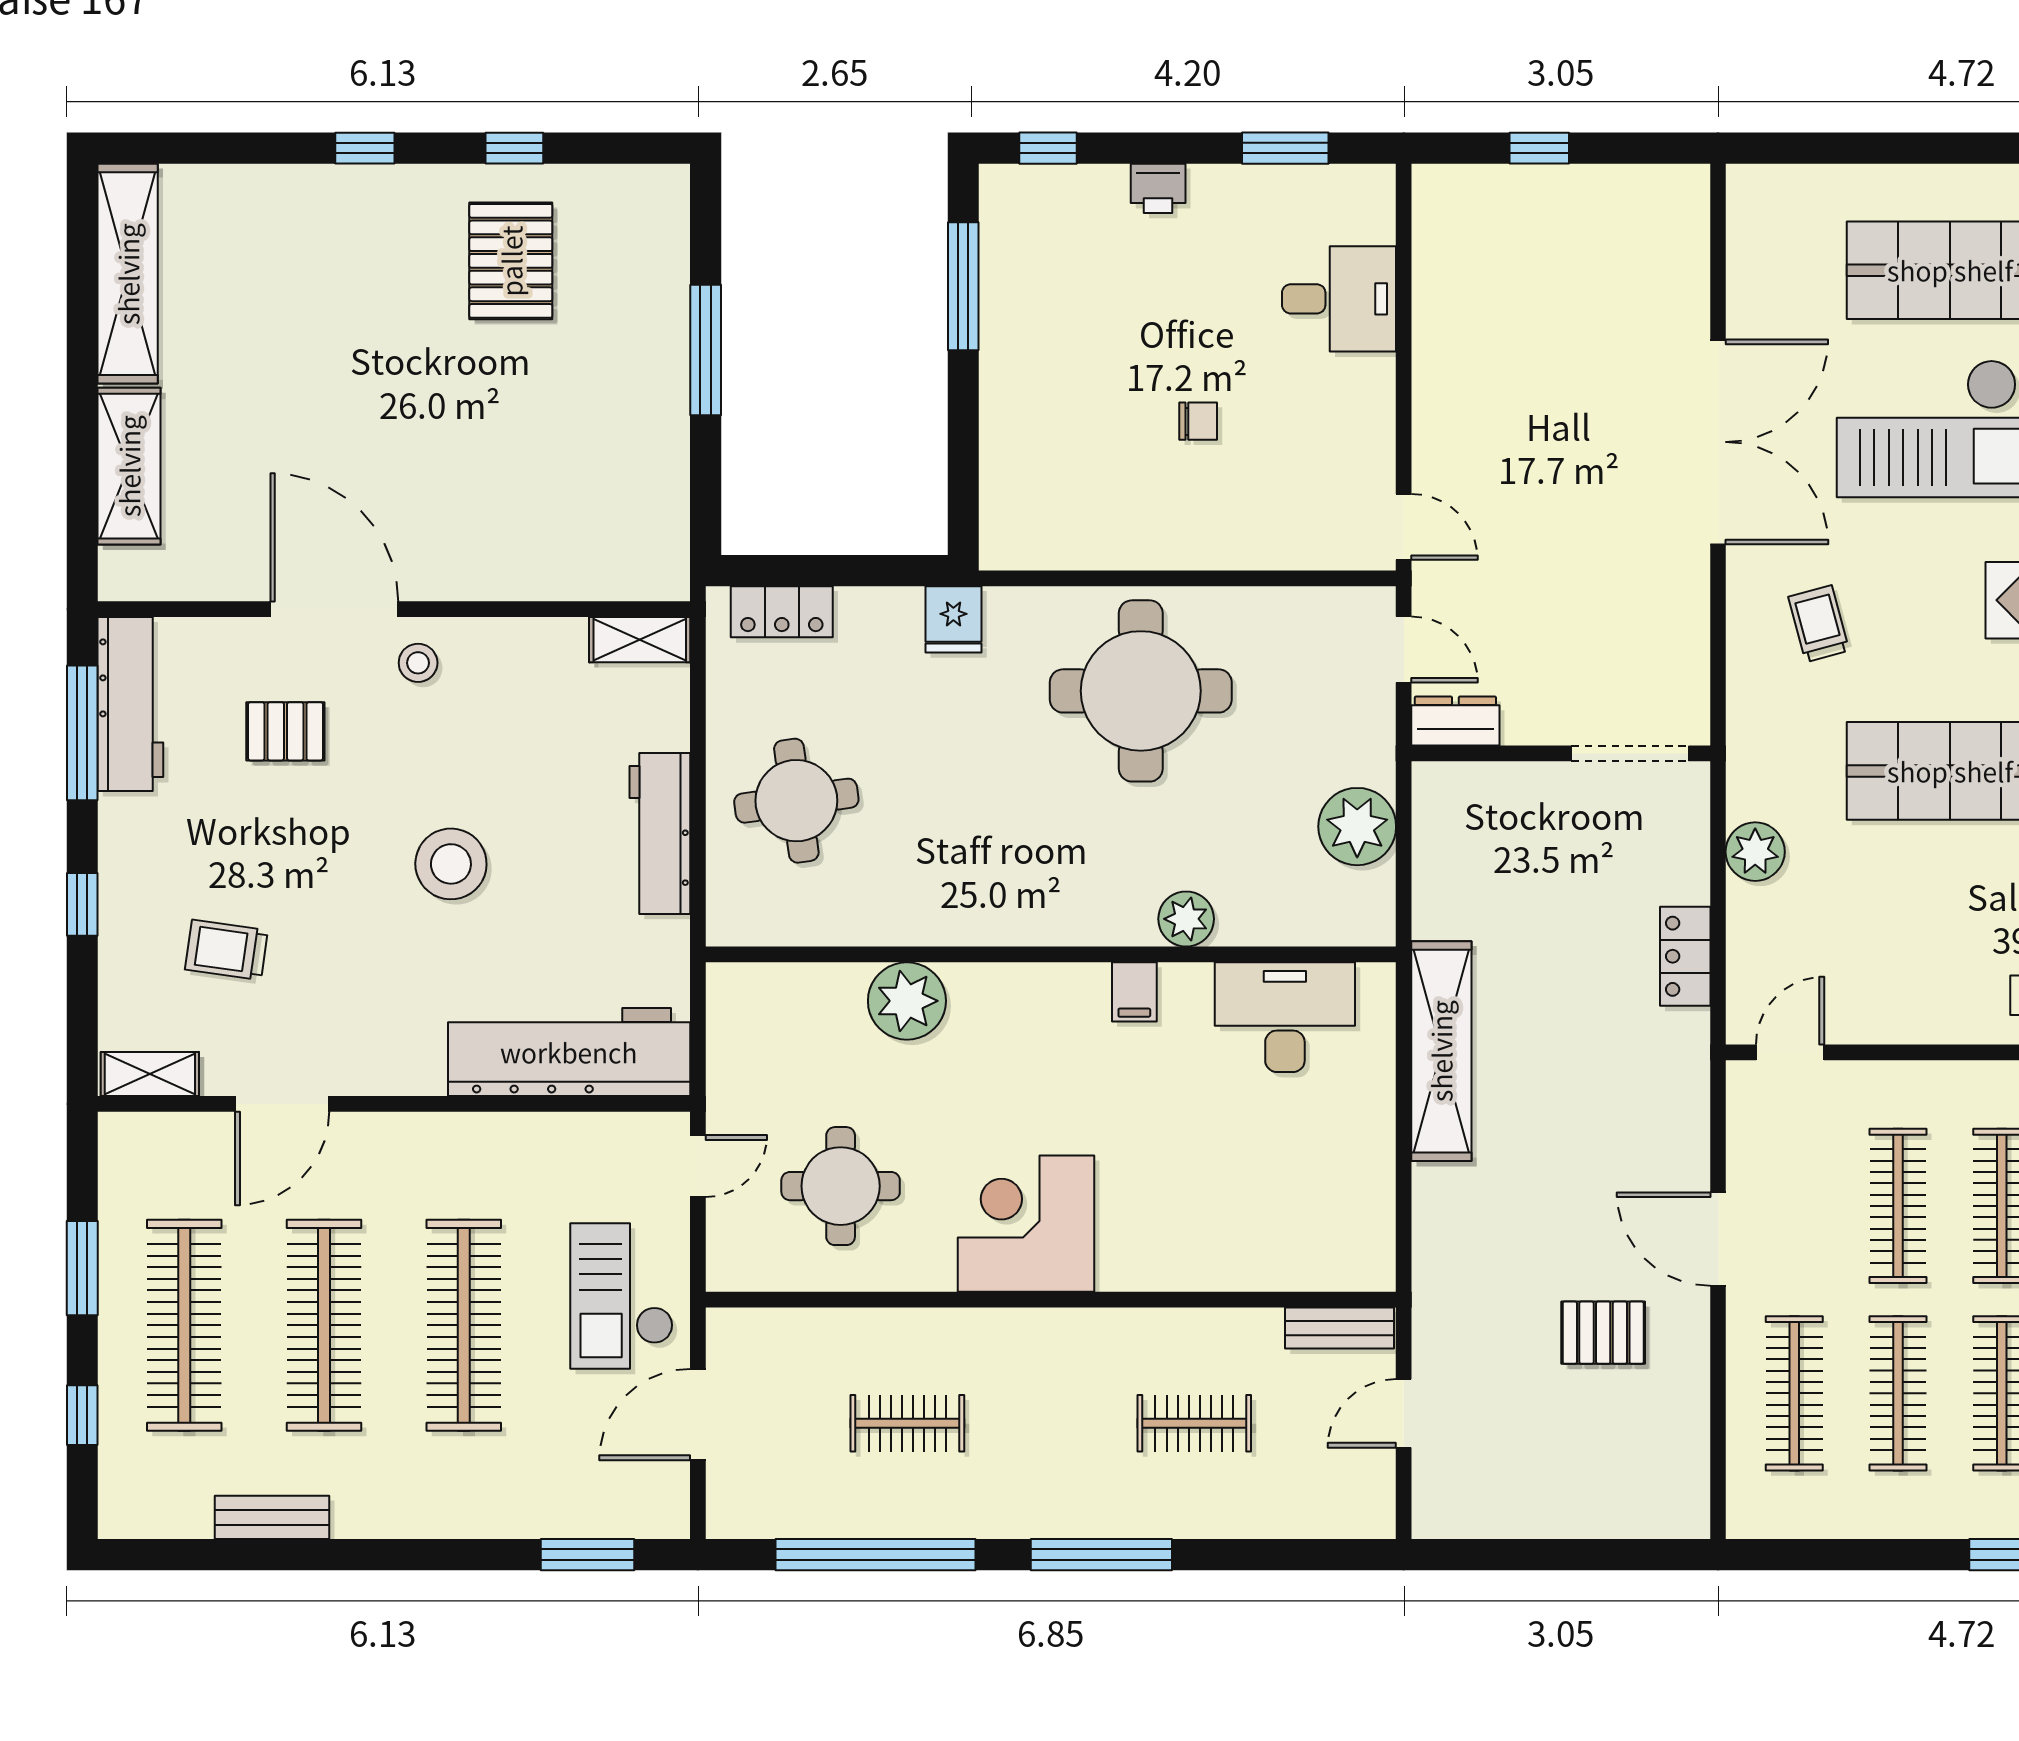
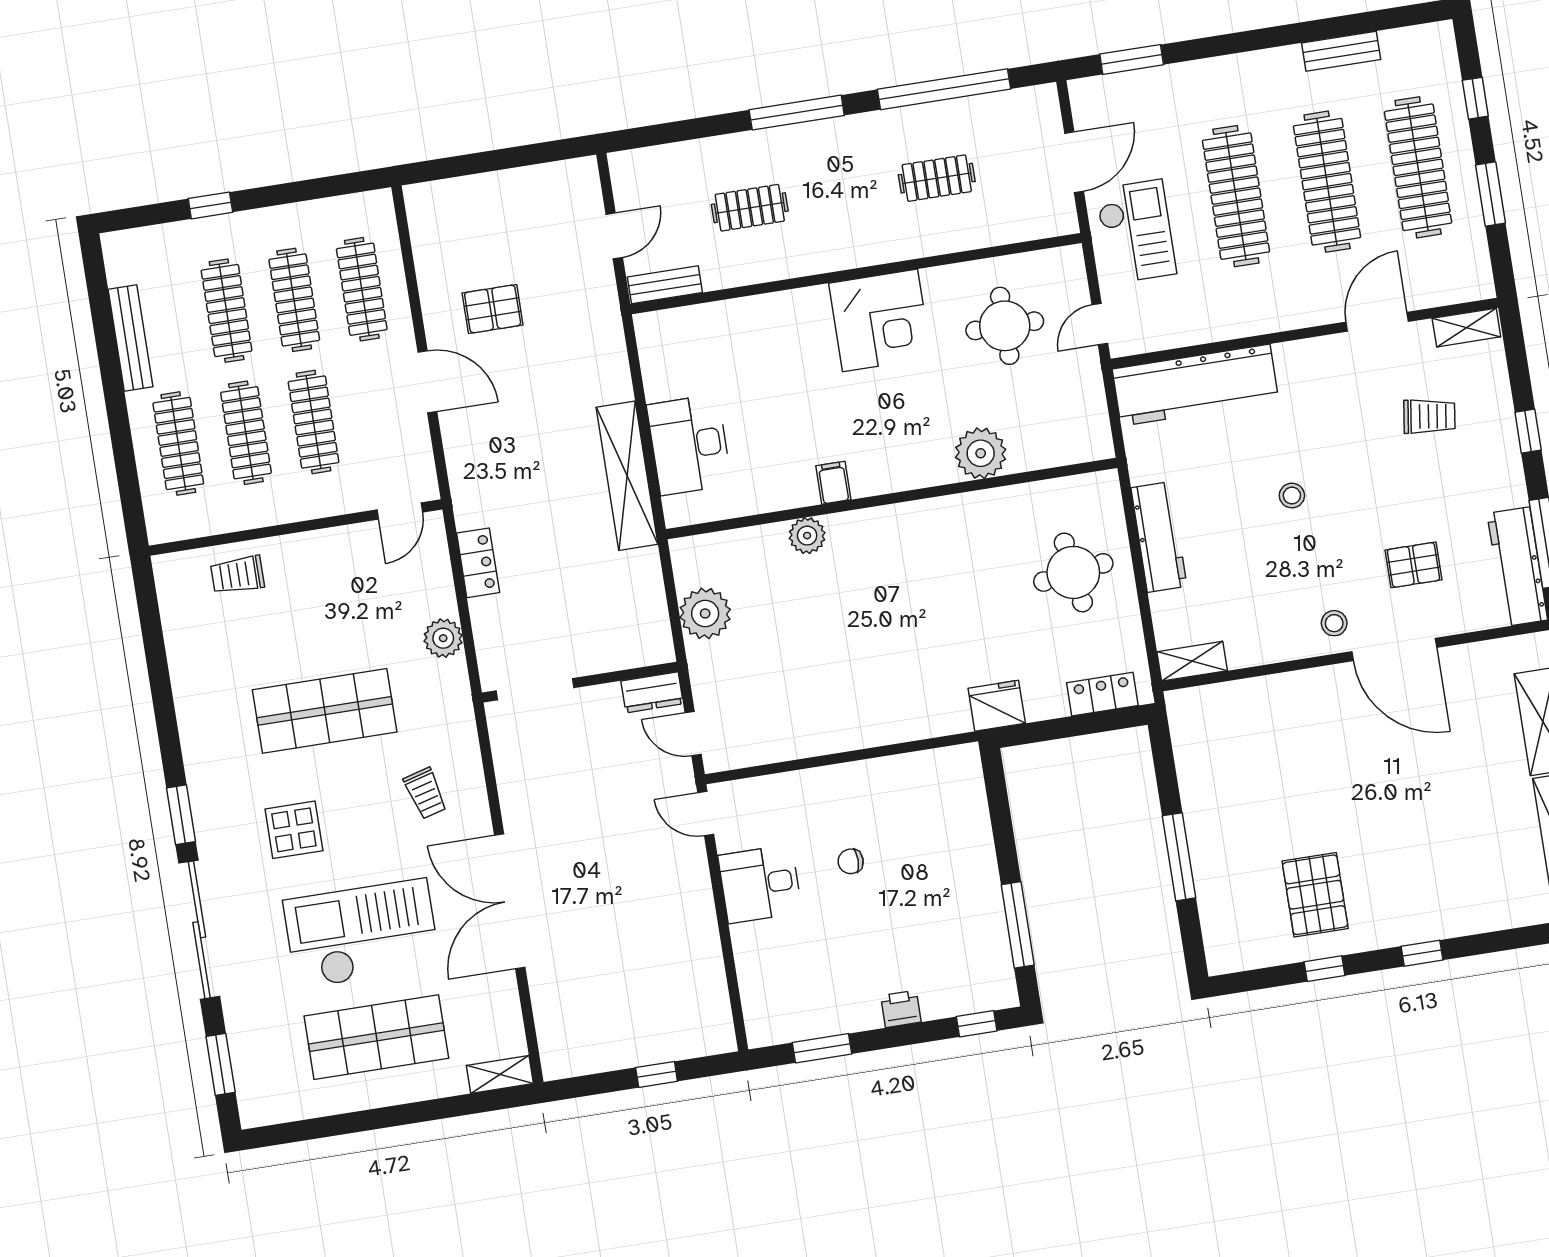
shelving: (1774, 185) -> (500, 1074), added
desk: (1339, 299) -> (760, 884), moved
fridge: (953, 619) -> (997, 706), width x1.38
round table: (1141, 691) -> (860, 680), removed
stool: (451, 864) -> (1292, 496), width x0.53, depth x0.53
desk: (1285, 1017) -> (689, 445), moved, turned 90

